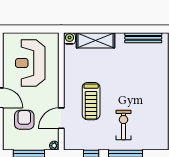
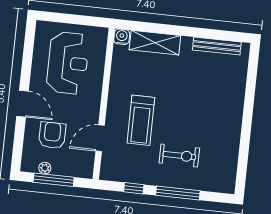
reception desk: (30, 63) -> (68, 63), turned 180
exercise bike: (123, 125) -> (179, 156), turned 90
plant: (54, 146) -> (45, 168), moved

